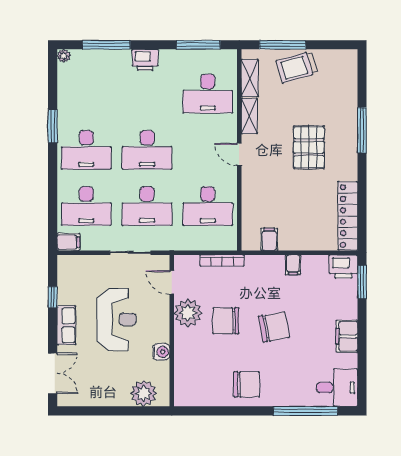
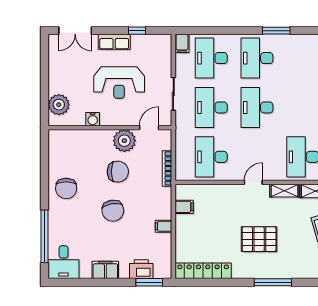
printer: (343, 266) -> (141, 269), moved, turned 90
chair: (226, 321) -> (118, 172), turned 90

